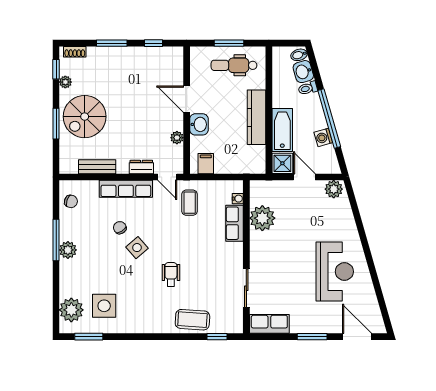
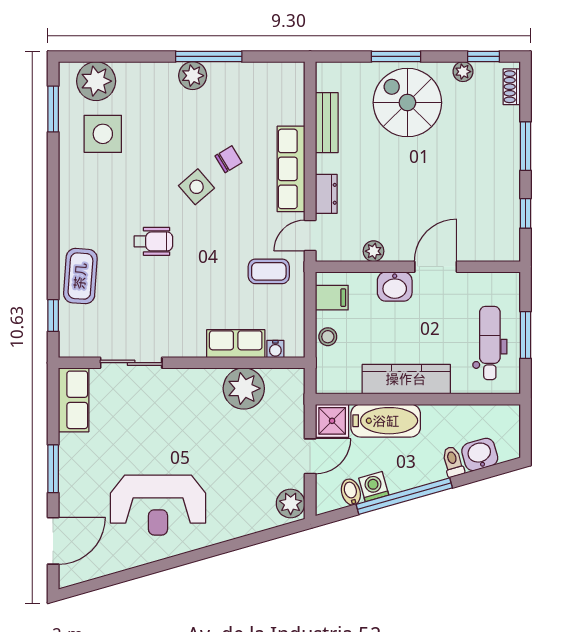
bidet: (299, 55) -> (351, 492), moved
stool: (230, 166) -> (328, 337), added
chair: (71, 201) -> (271, 80), removed

